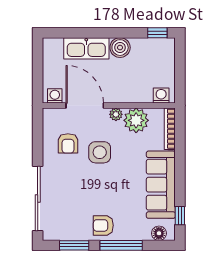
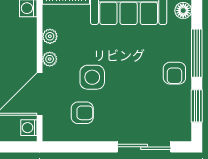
plant: (136, 120) -> (50, 36), width x0.53, depth x0.53
sliding door: (38, 198) -> (144, 147), width x0.73

